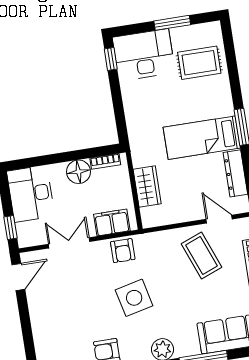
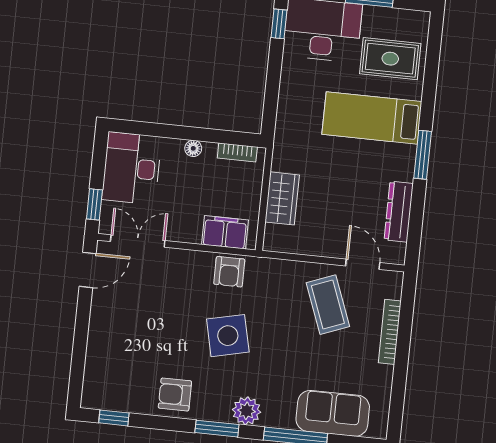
bed: (202, 138) -> (372, 118), moved
floor lamp: (79, 172) -> (193, 148), width x0.53, depth x0.53
double door: (69, 243) -> (138, 241), moved

